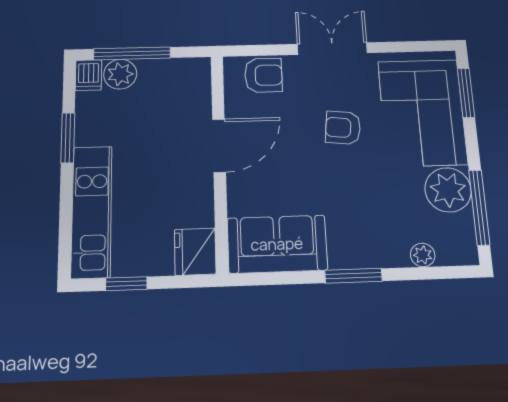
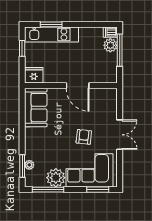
armchair: (263, 75) -> (108, 105), removed
window: (68, 138) -> (51, 24), moved
window: (354, 276) -> (22, 166), moved

